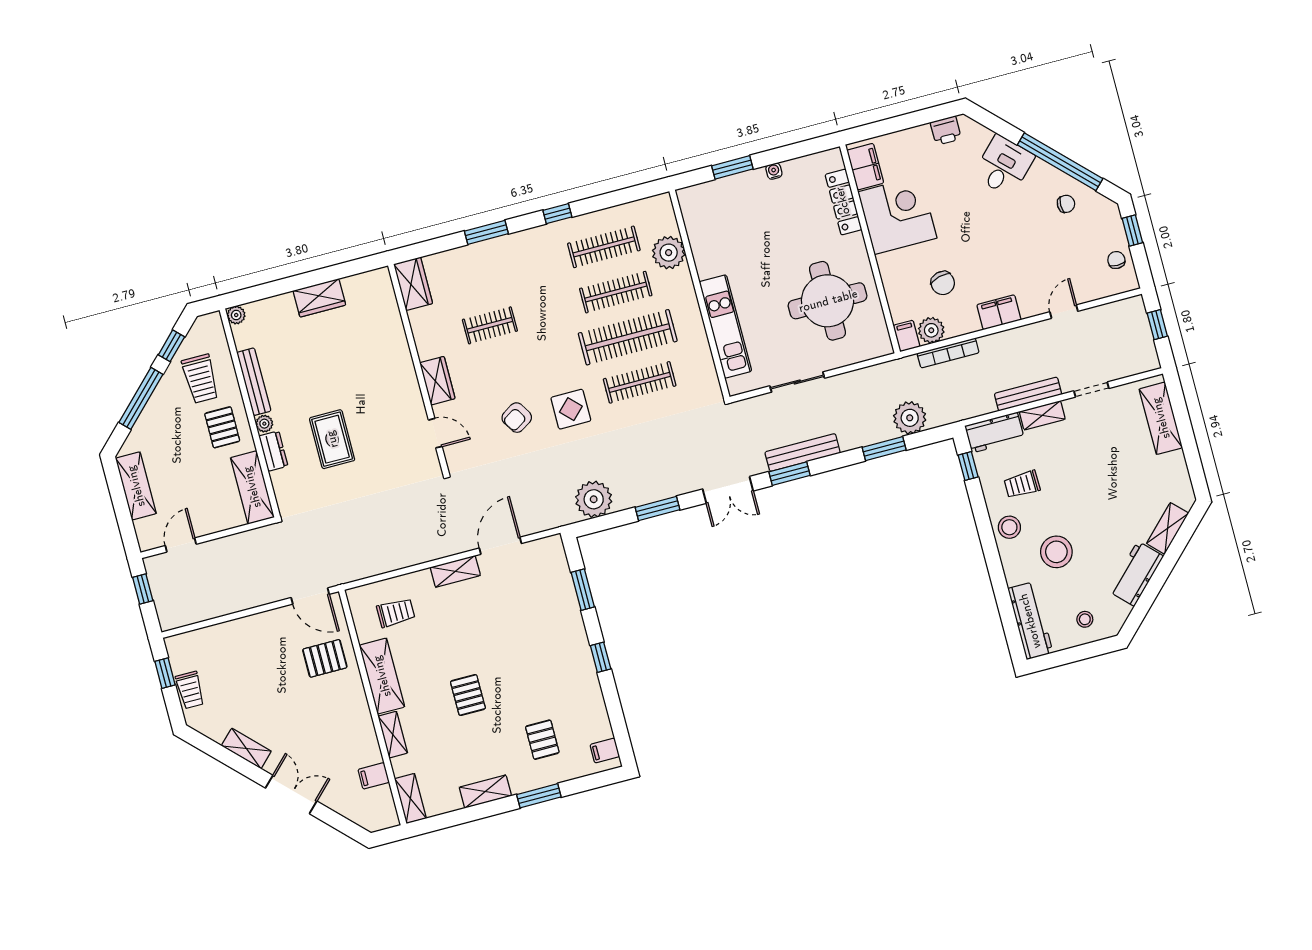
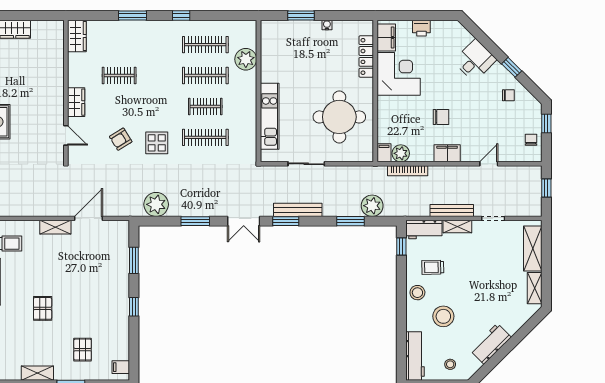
printer: (946, 131) -> (421, 28), moved
window: (1060, 162) -> (512, 67), width x0.32
chair: (943, 283) -> (441, 117), moved, turned -76
clothes rail: (628, 337) -> (205, 106), width x0.54, depth x0.76
shelving: (1168, 528) -> (535, 288), moved, turned -45

